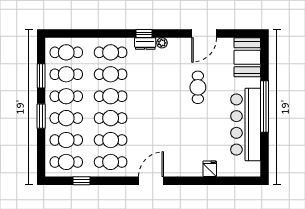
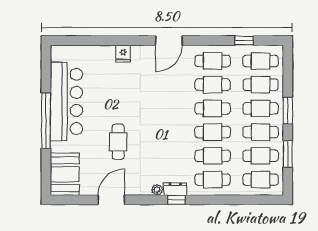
fridge: (210, 169) -> (123, 54), moved

